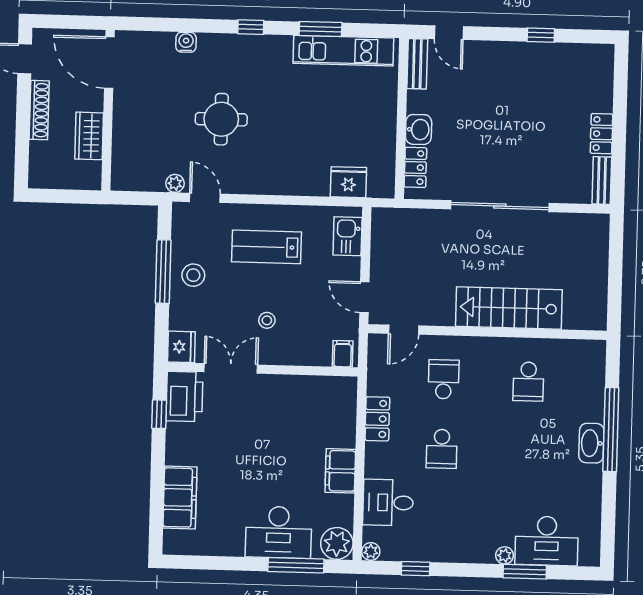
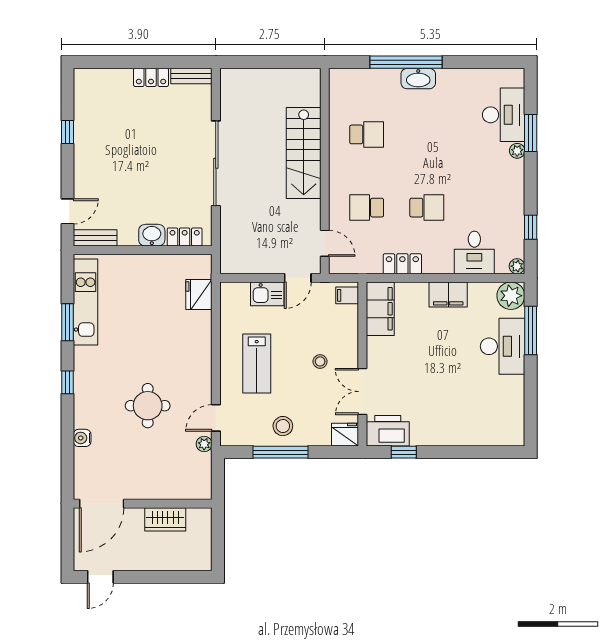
shoe rack: (39, 110) -> (144, 563), removed
kitchen sink: (348, 236) -> (267, 294), moved
filing cabinet: (180, 498) -> (380, 309), moved, turned 90

